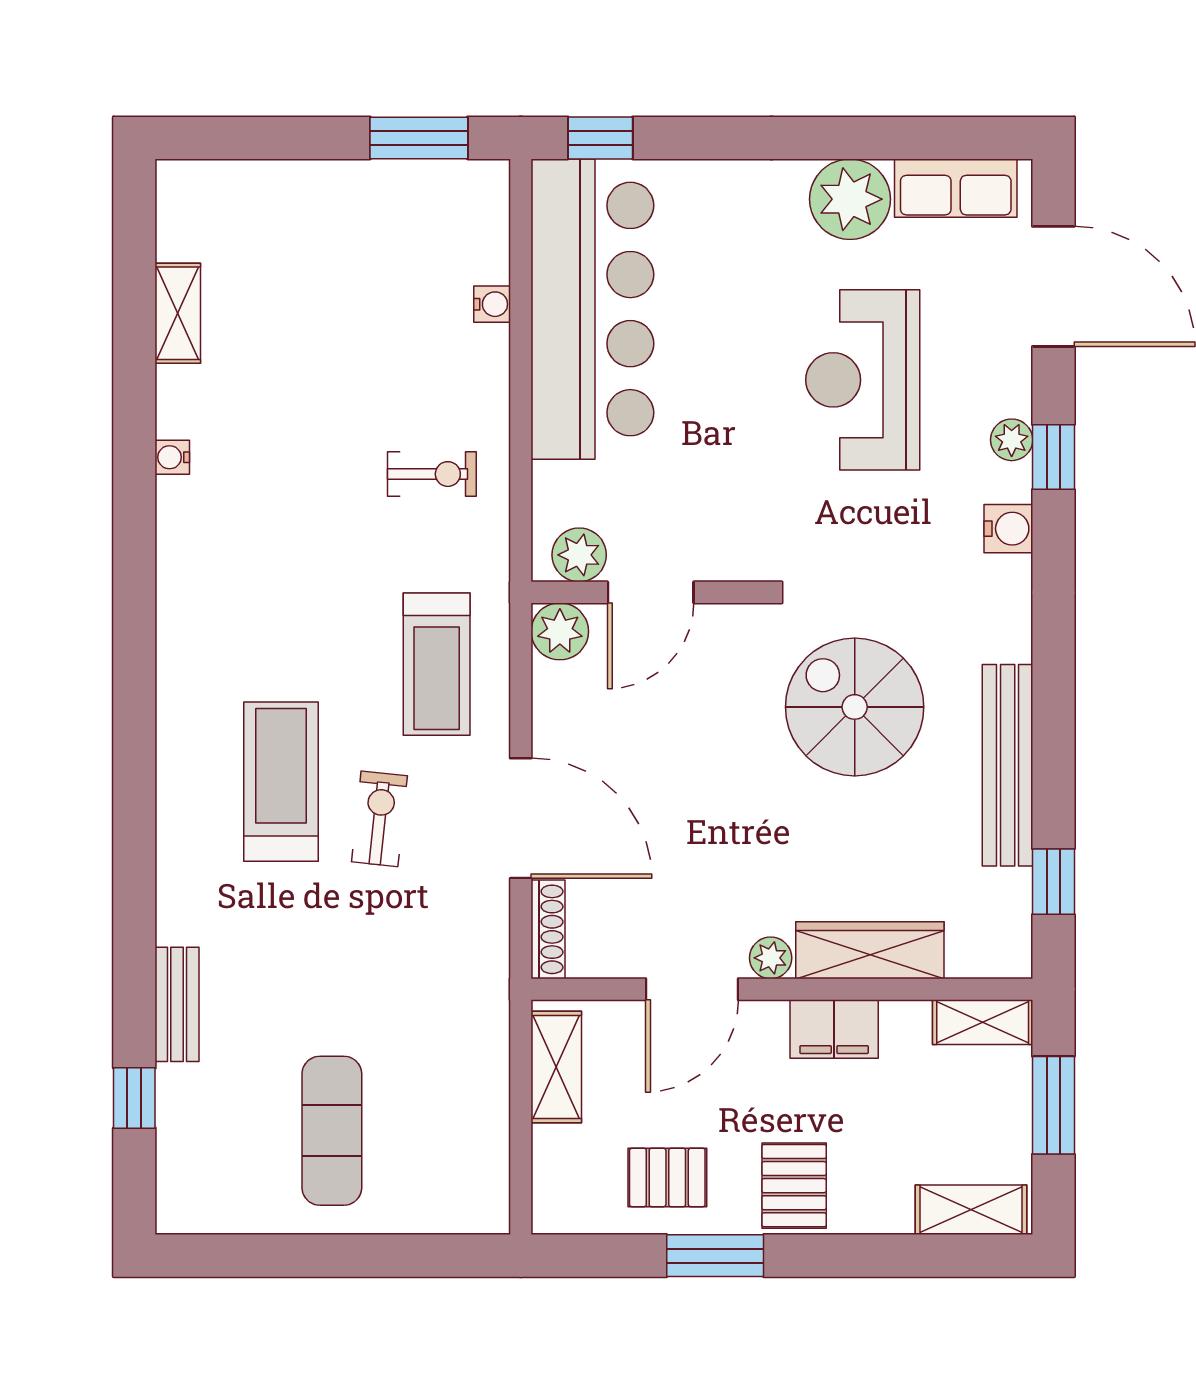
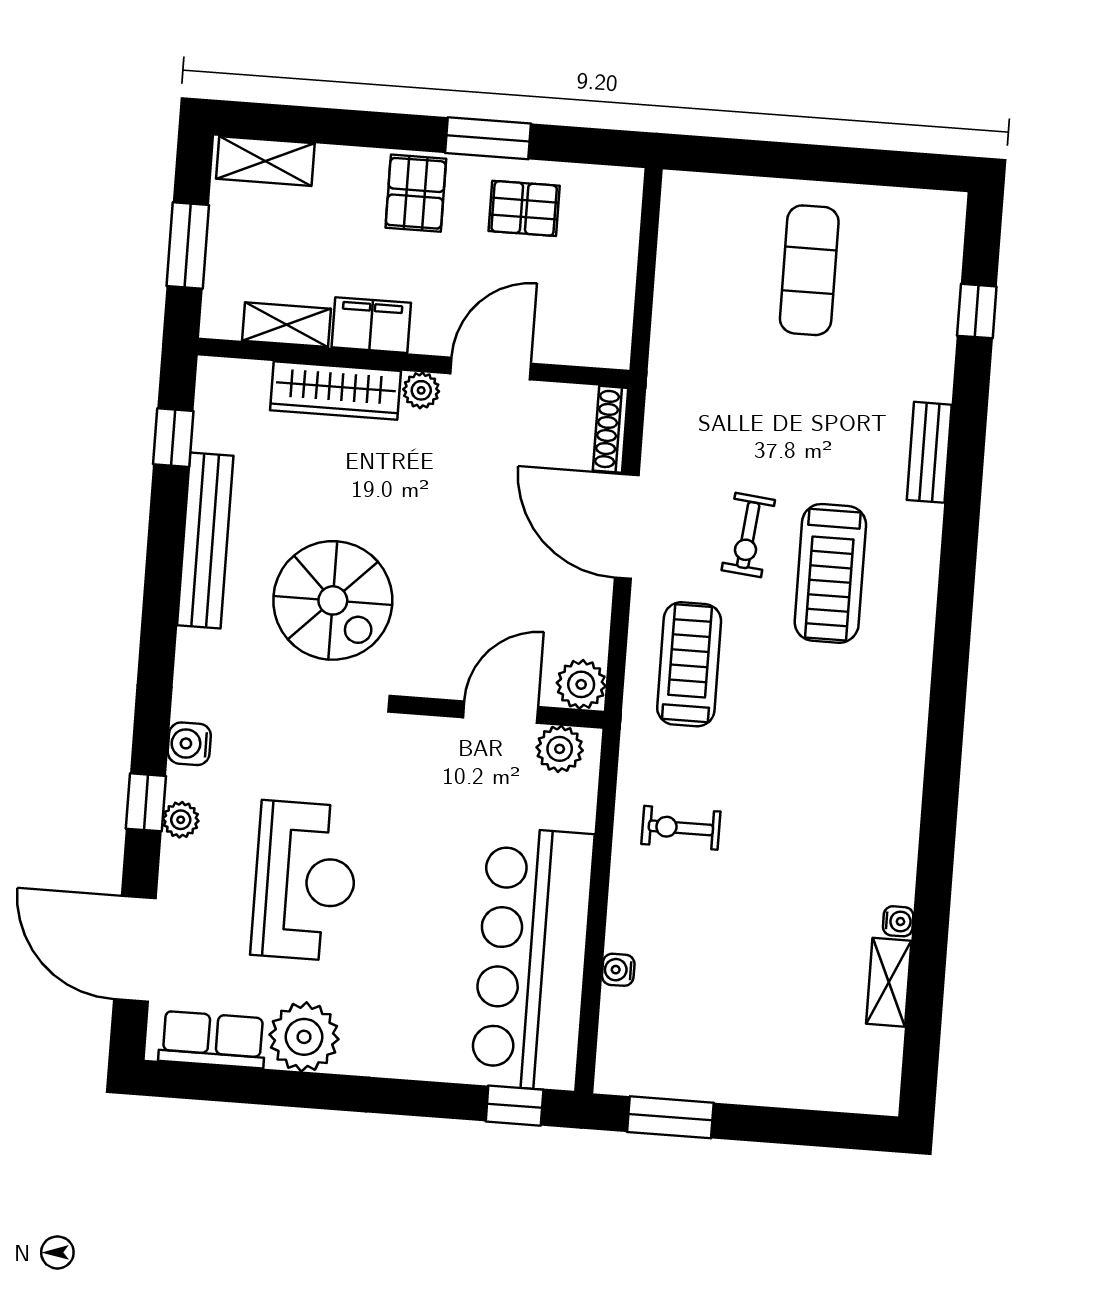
water cooler: (172, 457) -> (898, 921), moved
bench: (177, 1004) -> (929, 452), moved
shelving: (983, 1022) -> (287, 325), moved
shelving: (556, 1067) -> (612, 310), removed

